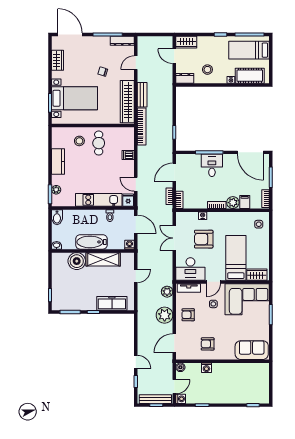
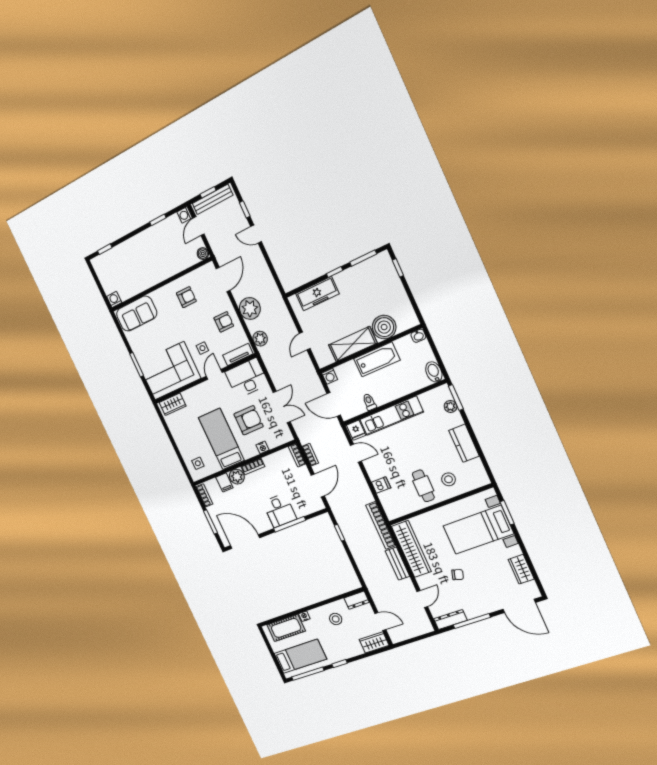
bed: (236, 258) -> (221, 439), moved, turned 180
washing machine: (206, 368) -> (114, 299), moved

